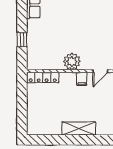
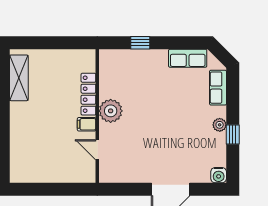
locker: (43, 78) -> (88, 94), moved
shelving: (79, 129) -> (19, 78), moved

